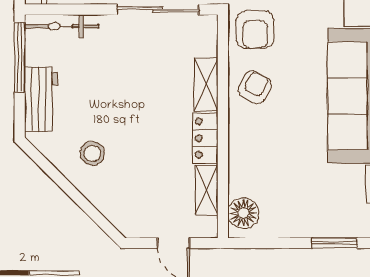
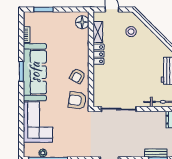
armchair: (255, 30) -> (77, 100), turned -82
shelving: (206, 84) -> (98, 77), removed
stool: (92, 153) -> (131, 32), moved

